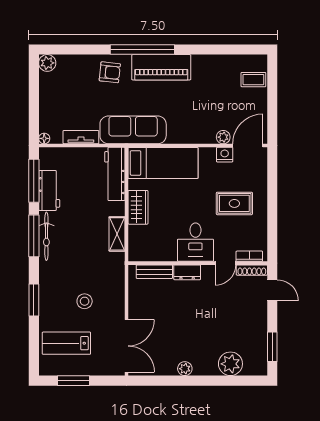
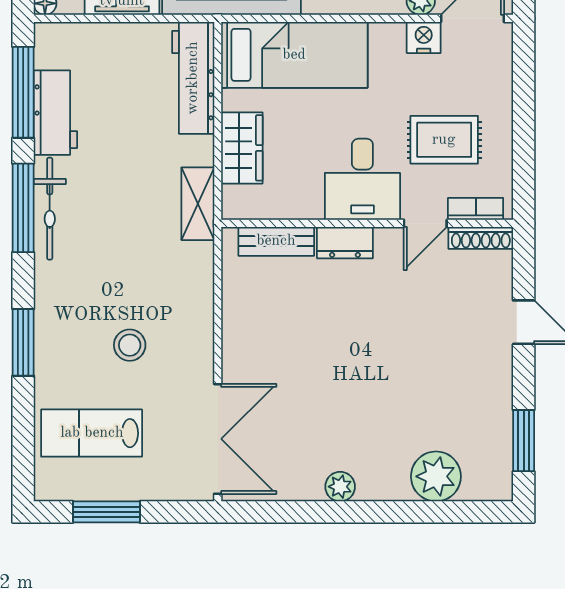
desk: (195, 242) -> (362, 179), moved
bookcase: (249, 256) -> (476, 209), moved
wall: (198, 263) -> (367, 223), moved
door: (225, 263) -> (425, 223), moved
shoe rack: (252, 270) -> (481, 238), moved
bench: (154, 272) -> (276, 241), moved
dresser: (187, 272) -> (345, 243), moved

